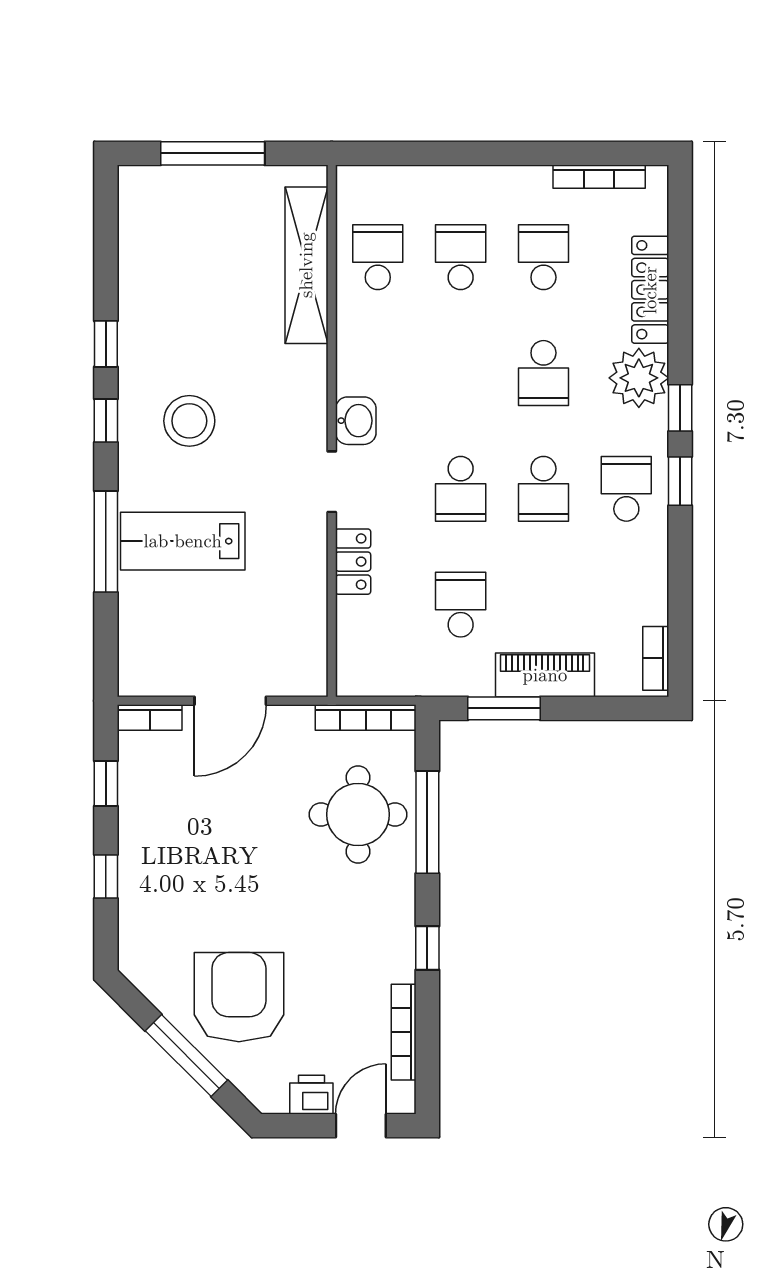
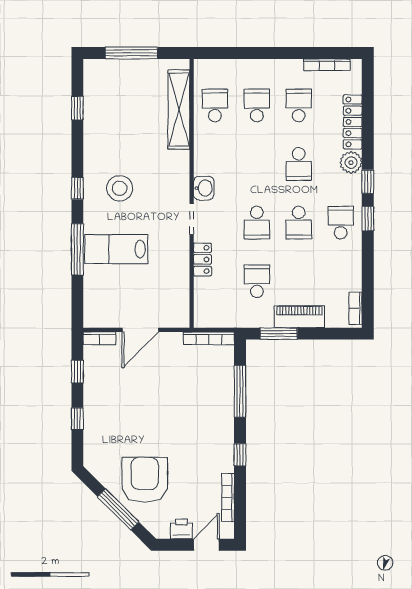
window: (106, 344) -> (77, 108), moved
plant: (639, 378) -> (351, 163), width x0.73, depth x0.73
round table: (358, 814) -> (205, 387), removed

